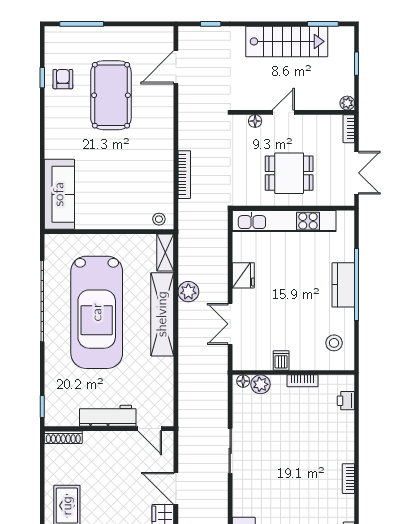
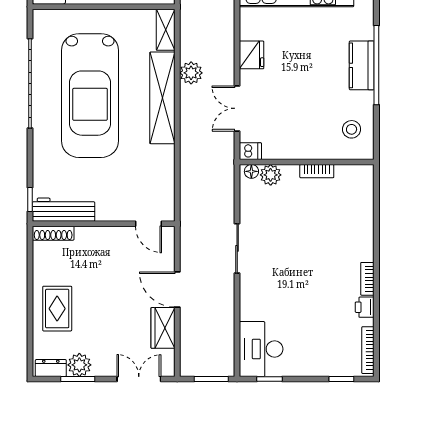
dishwasher: (281, 360) -> (250, 151), moved, turned 90
printer: (346, 401) -> (365, 307), moved
workbench: (108, 416) -> (64, 210), moved

